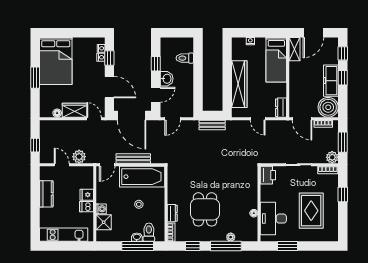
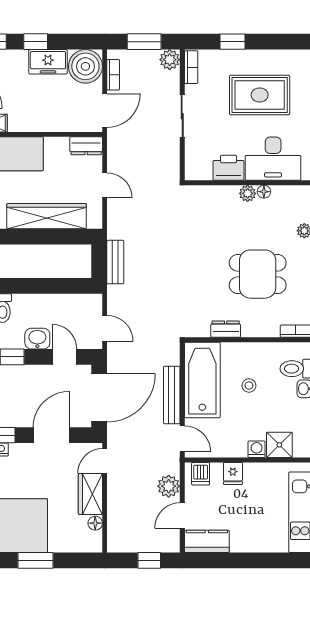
freezer: (331, 81) -> (48, 62), width x0.71
door: (258, 119) -> (105, 185), hinge flipped
printer: (268, 175) -> (229, 168), moved
kitchen counter: (46, 194) -> (207, 541), moved
plant: (253, 203) -> (248, 193), added
dishwasher: (87, 207) -> (201, 474), moved
dresser: (172, 213) -> (226, 329), moved

